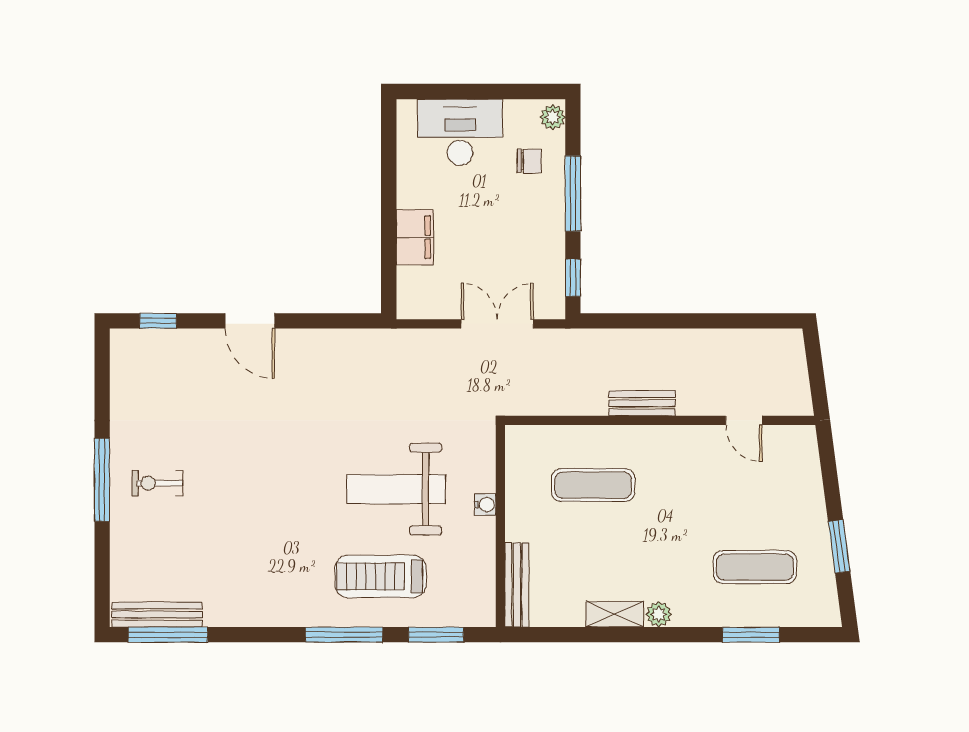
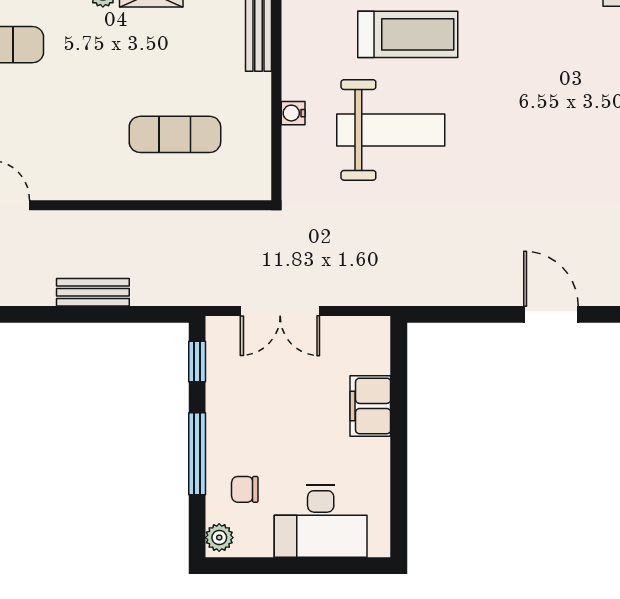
bench: (642, 403) -> (93, 292), moved

